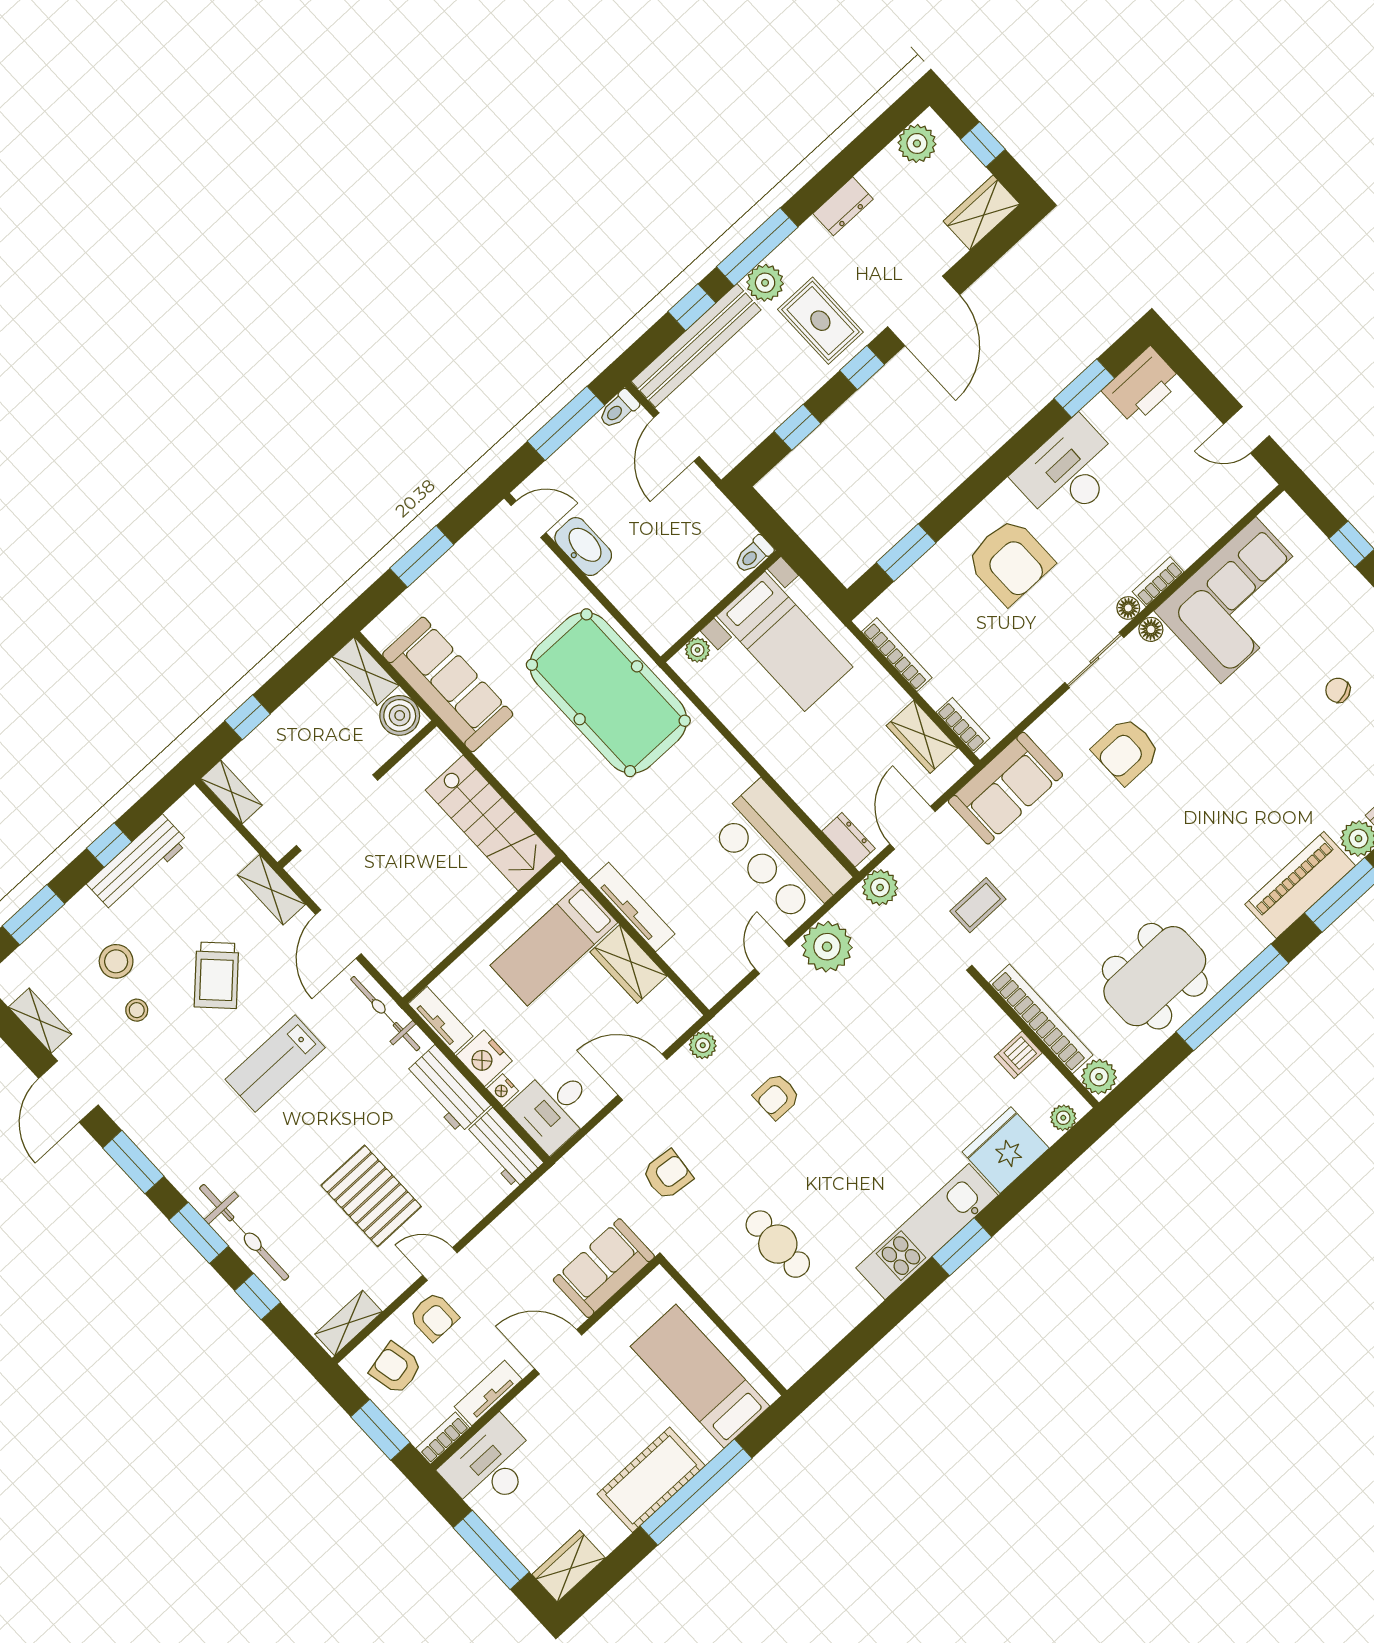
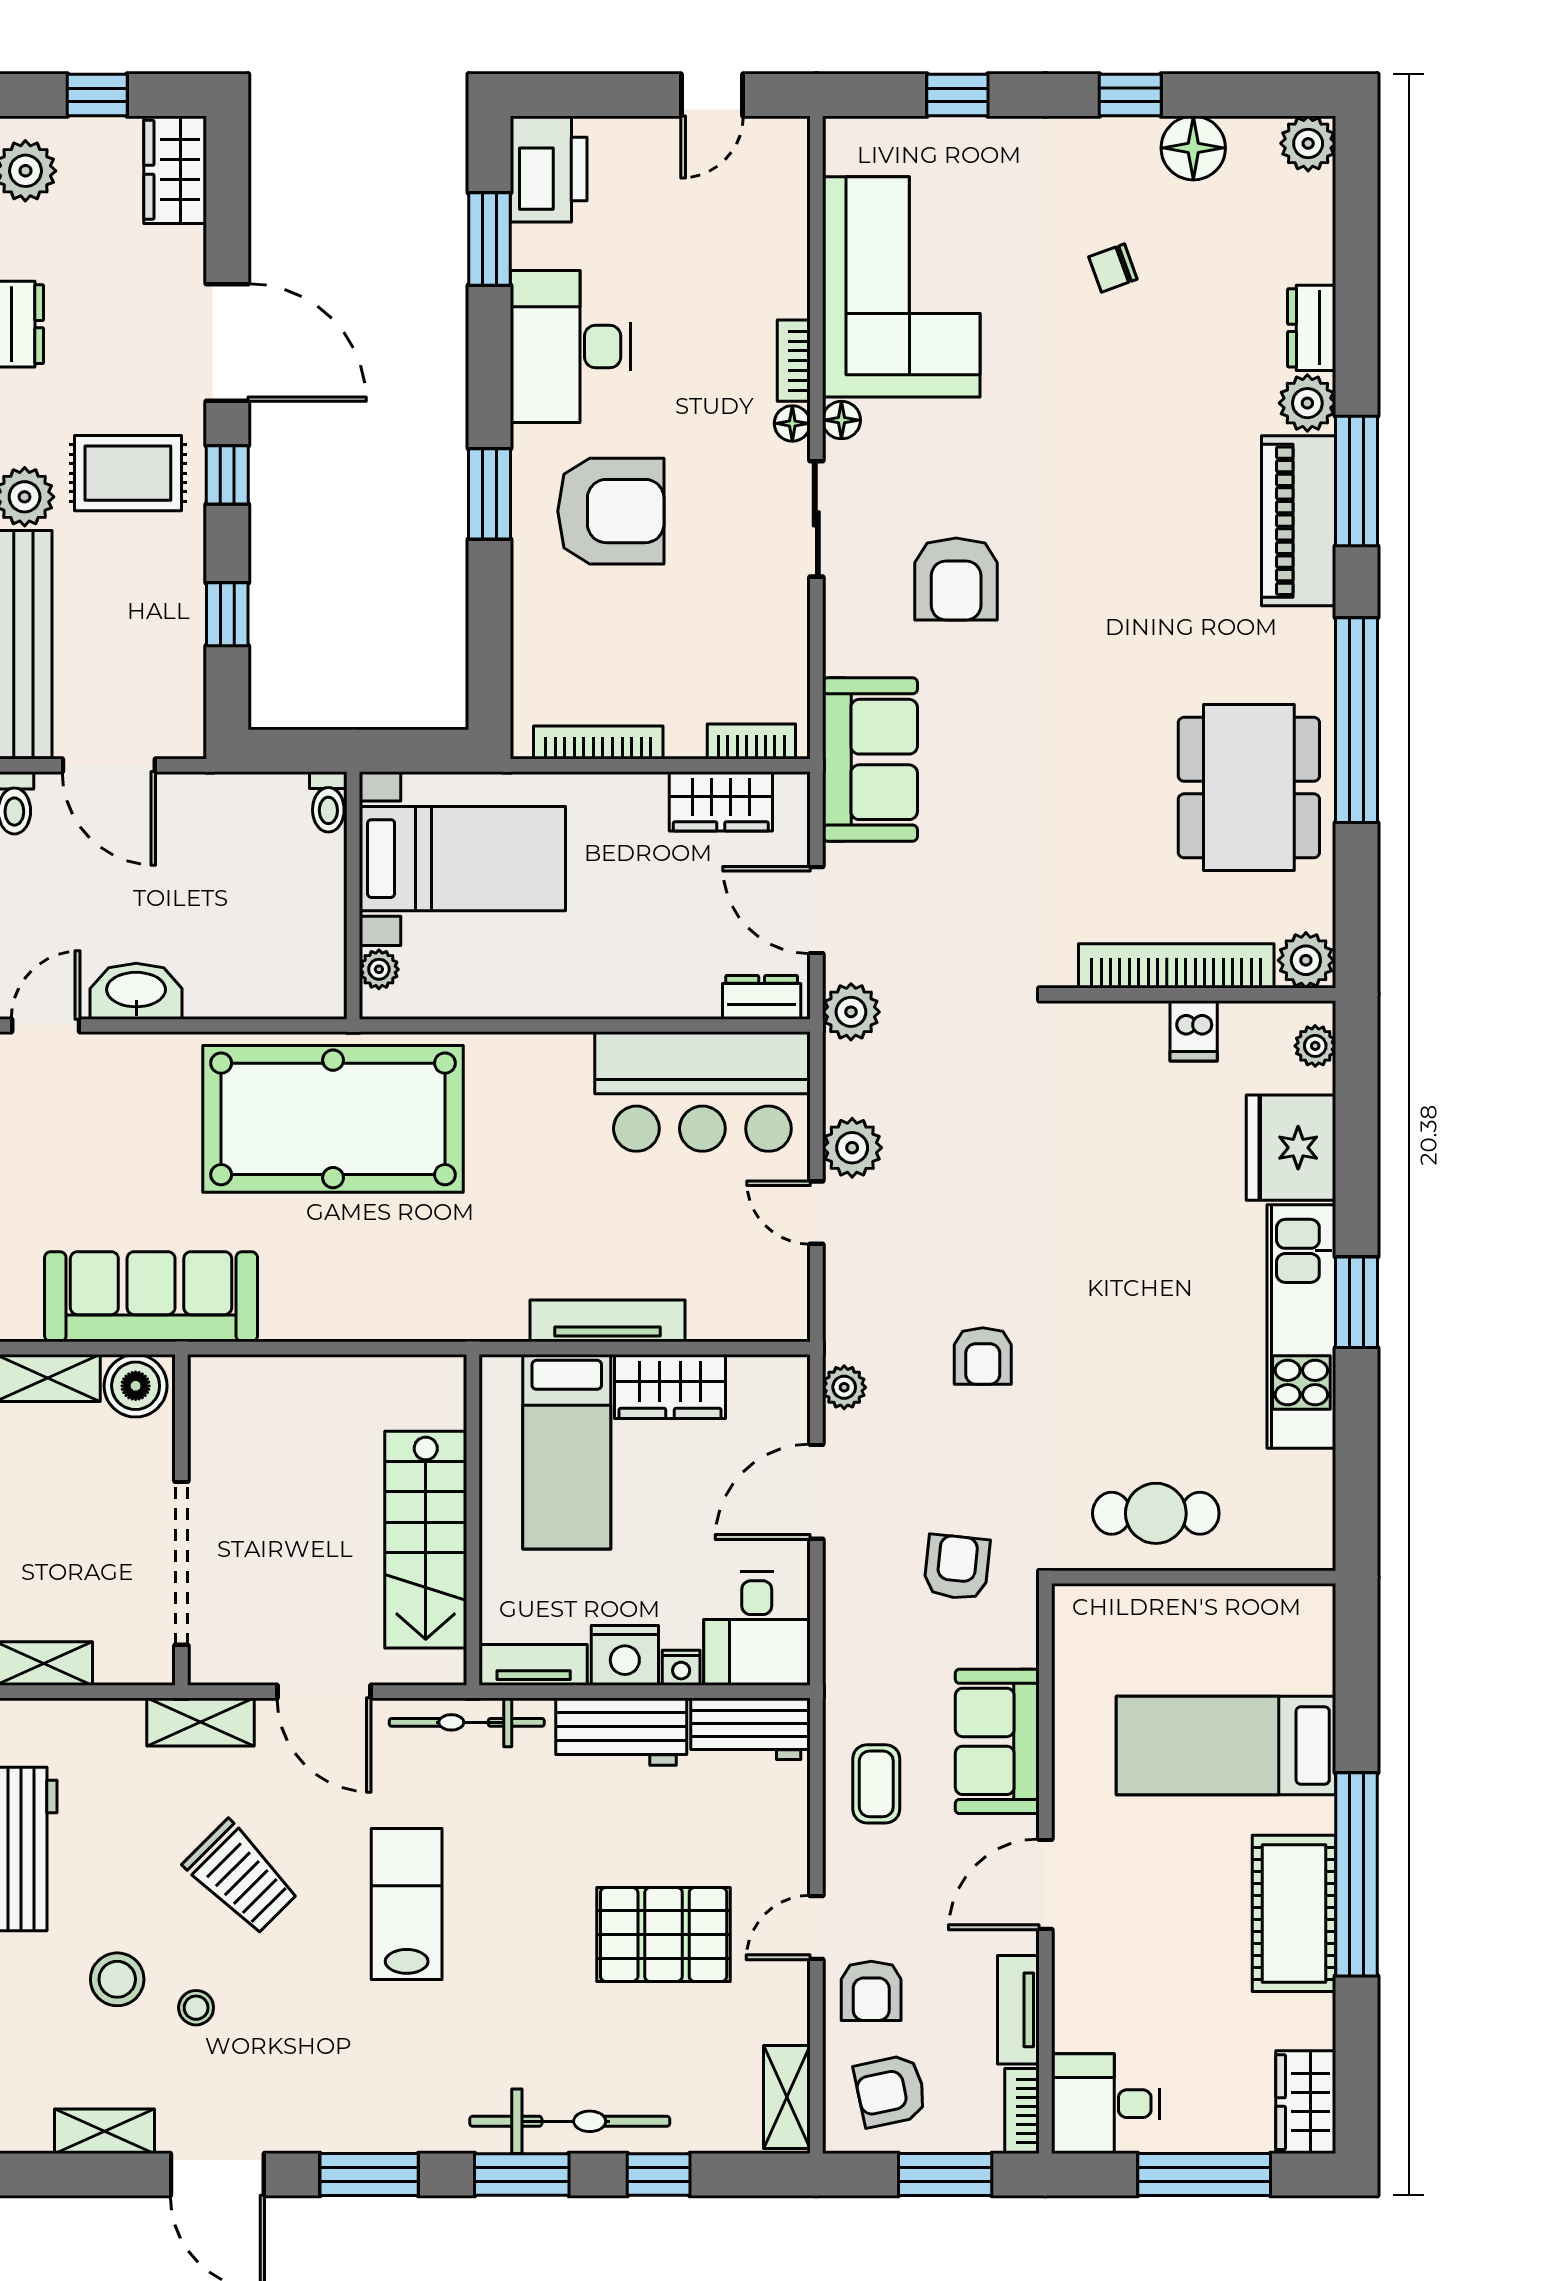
window: (906, 553) -> (490, 494), moved
stairs: (491, 823) -> (426, 1540), moved, turned 90
coffee table: (978, 905) -> (876, 1784), moved
plant: (827, 947) -> (852, 1148), width x0.73, depth x0.73
lab bench: (275, 1063) -> (407, 1904), turned 180
armchair: (434, 1317) -> (871, 1991), turned 90
wall: (723, 1327) -> (1194, 1577), moved
desk: (491, 1466) -> (1106, 2104), width x0.73

